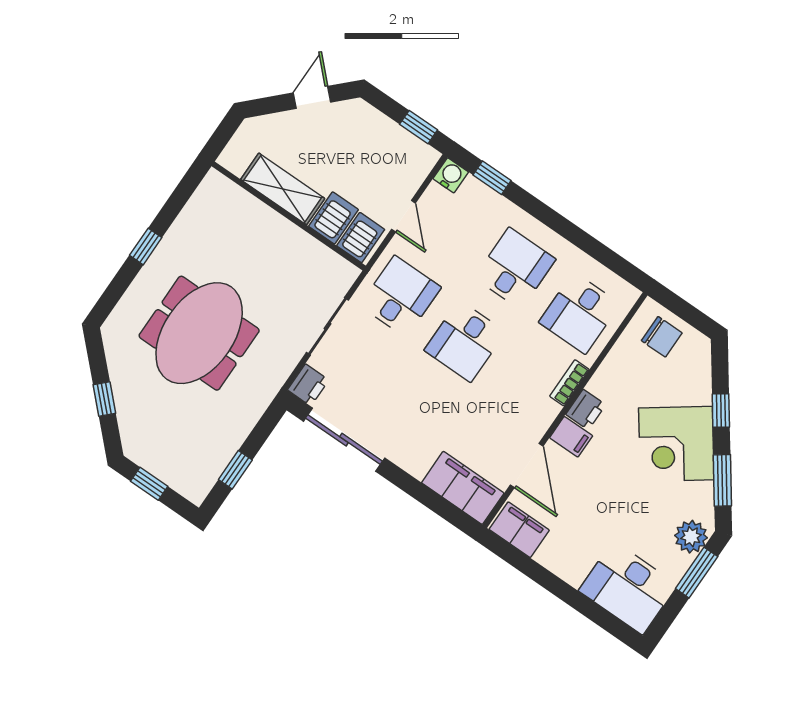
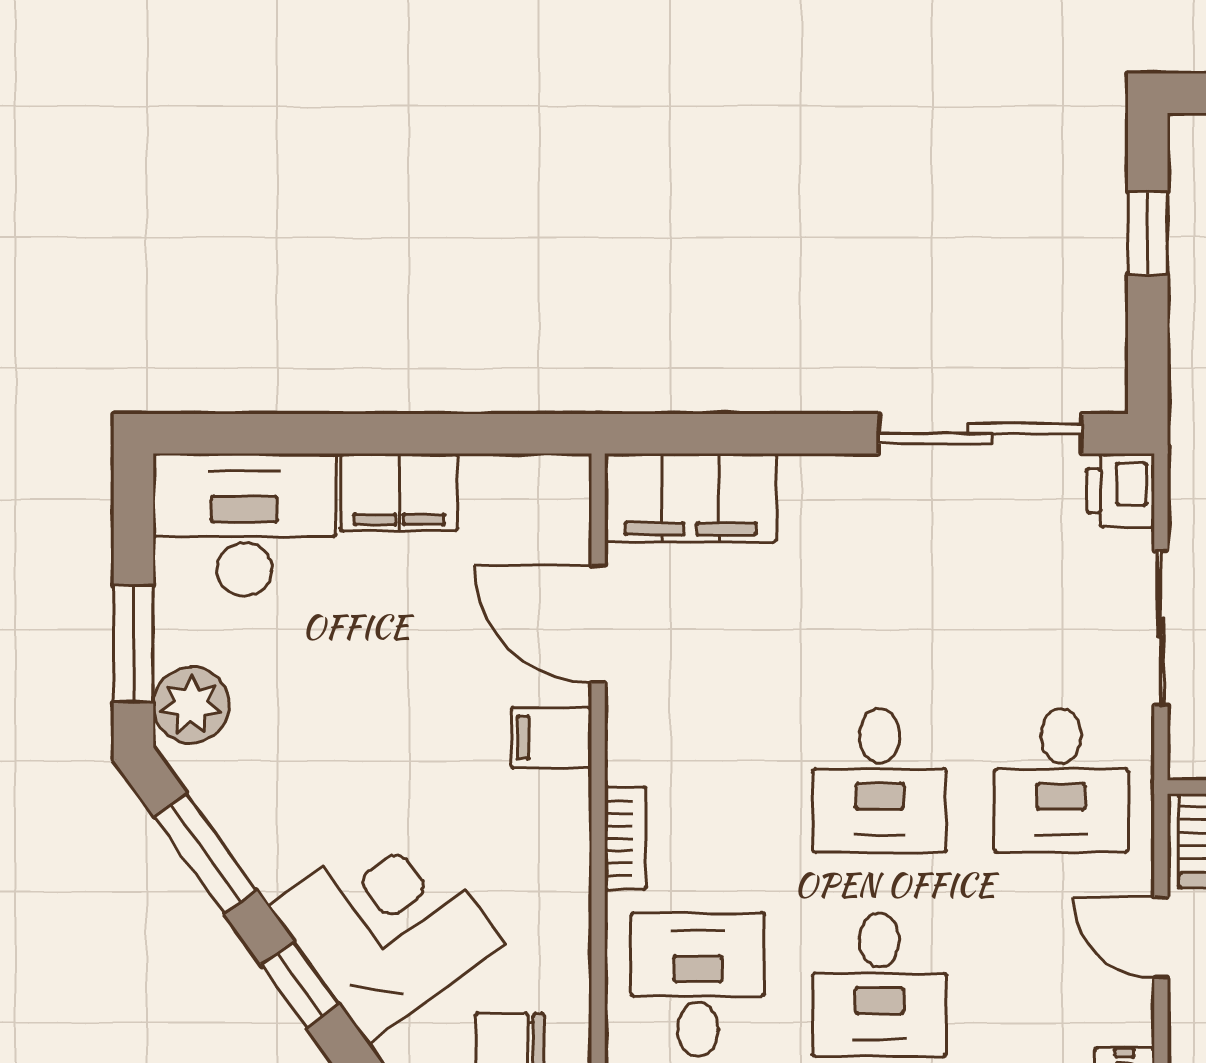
desk: (465, 341) -> (879, 780), turned 180
printer: (586, 410) -> (559, 809), removed
corner desk: (676, 444) -> (387, 925), moved
filing cabinet: (519, 530) -> (399, 492), moved

